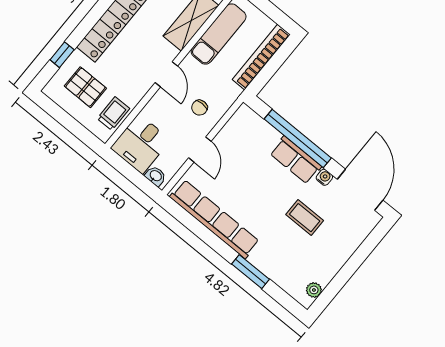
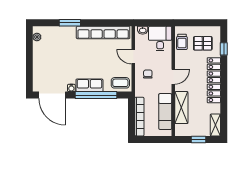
door: (166, 74) -> (173, 77), swing flipped
coffee table: (305, 218) -> (120, 83), moved

